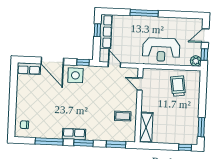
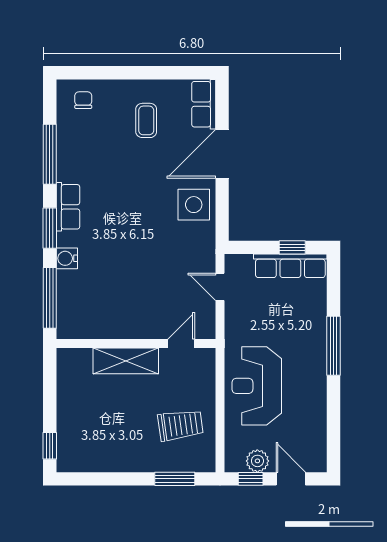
plant: (196, 61) -> (257, 461), moved
window: (83, 62) -> (222, 220), removed
door: (114, 65) -> (220, 287), swing flipped
coffee table: (123, 116) -> (146, 120), moved
shelving: (146, 127) -> (126, 361), moved
window: (201, 127) -> (175, 479), moved
water cooler: (98, 136) -> (67, 258), added
window: (116, 144) -> (50, 298), width x1.44

